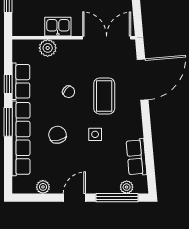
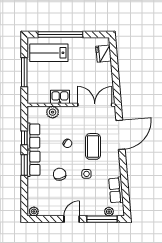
row of seats: (21, 138) -> (34, 163), width x0.50
plant: (43, 187) -> (34, 211), moved

